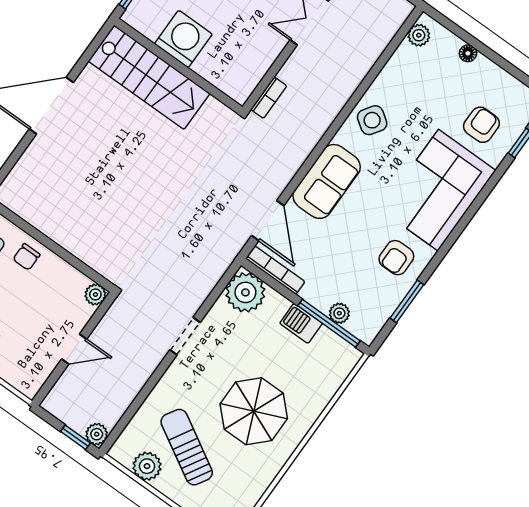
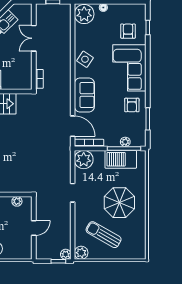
plant: (419, 35) -> (84, 14), width x1.88, depth x1.88
plant: (95, 294) -> (17, 201), moved
barbecue: (301, 323) -> (121, 159), width x1.88, depth x1.53
plant: (147, 466) -> (81, 253), moved

